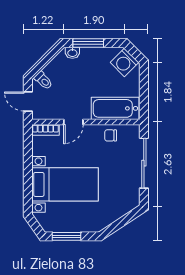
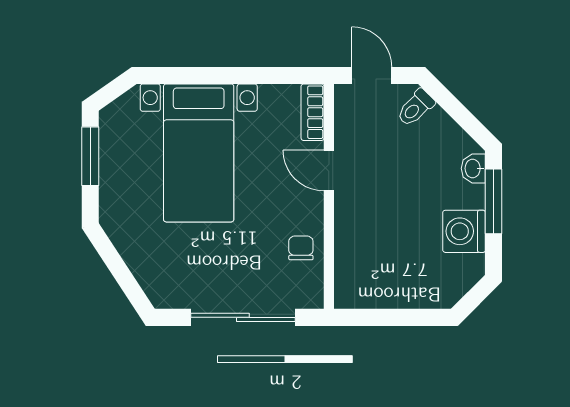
washing machine: (124, 62) -> (464, 231), moved, turned -45
door: (28, 101) -> (372, 75), hinge flipped
bathtub: (115, 108) -> (357, 257), removed

